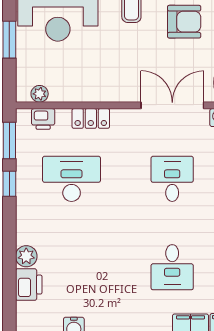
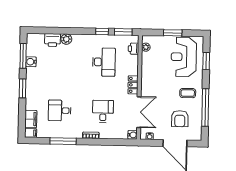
locker: (91, 118) -> (133, 85), moved
desk: (172, 179) -> (103, 111), turned -90

